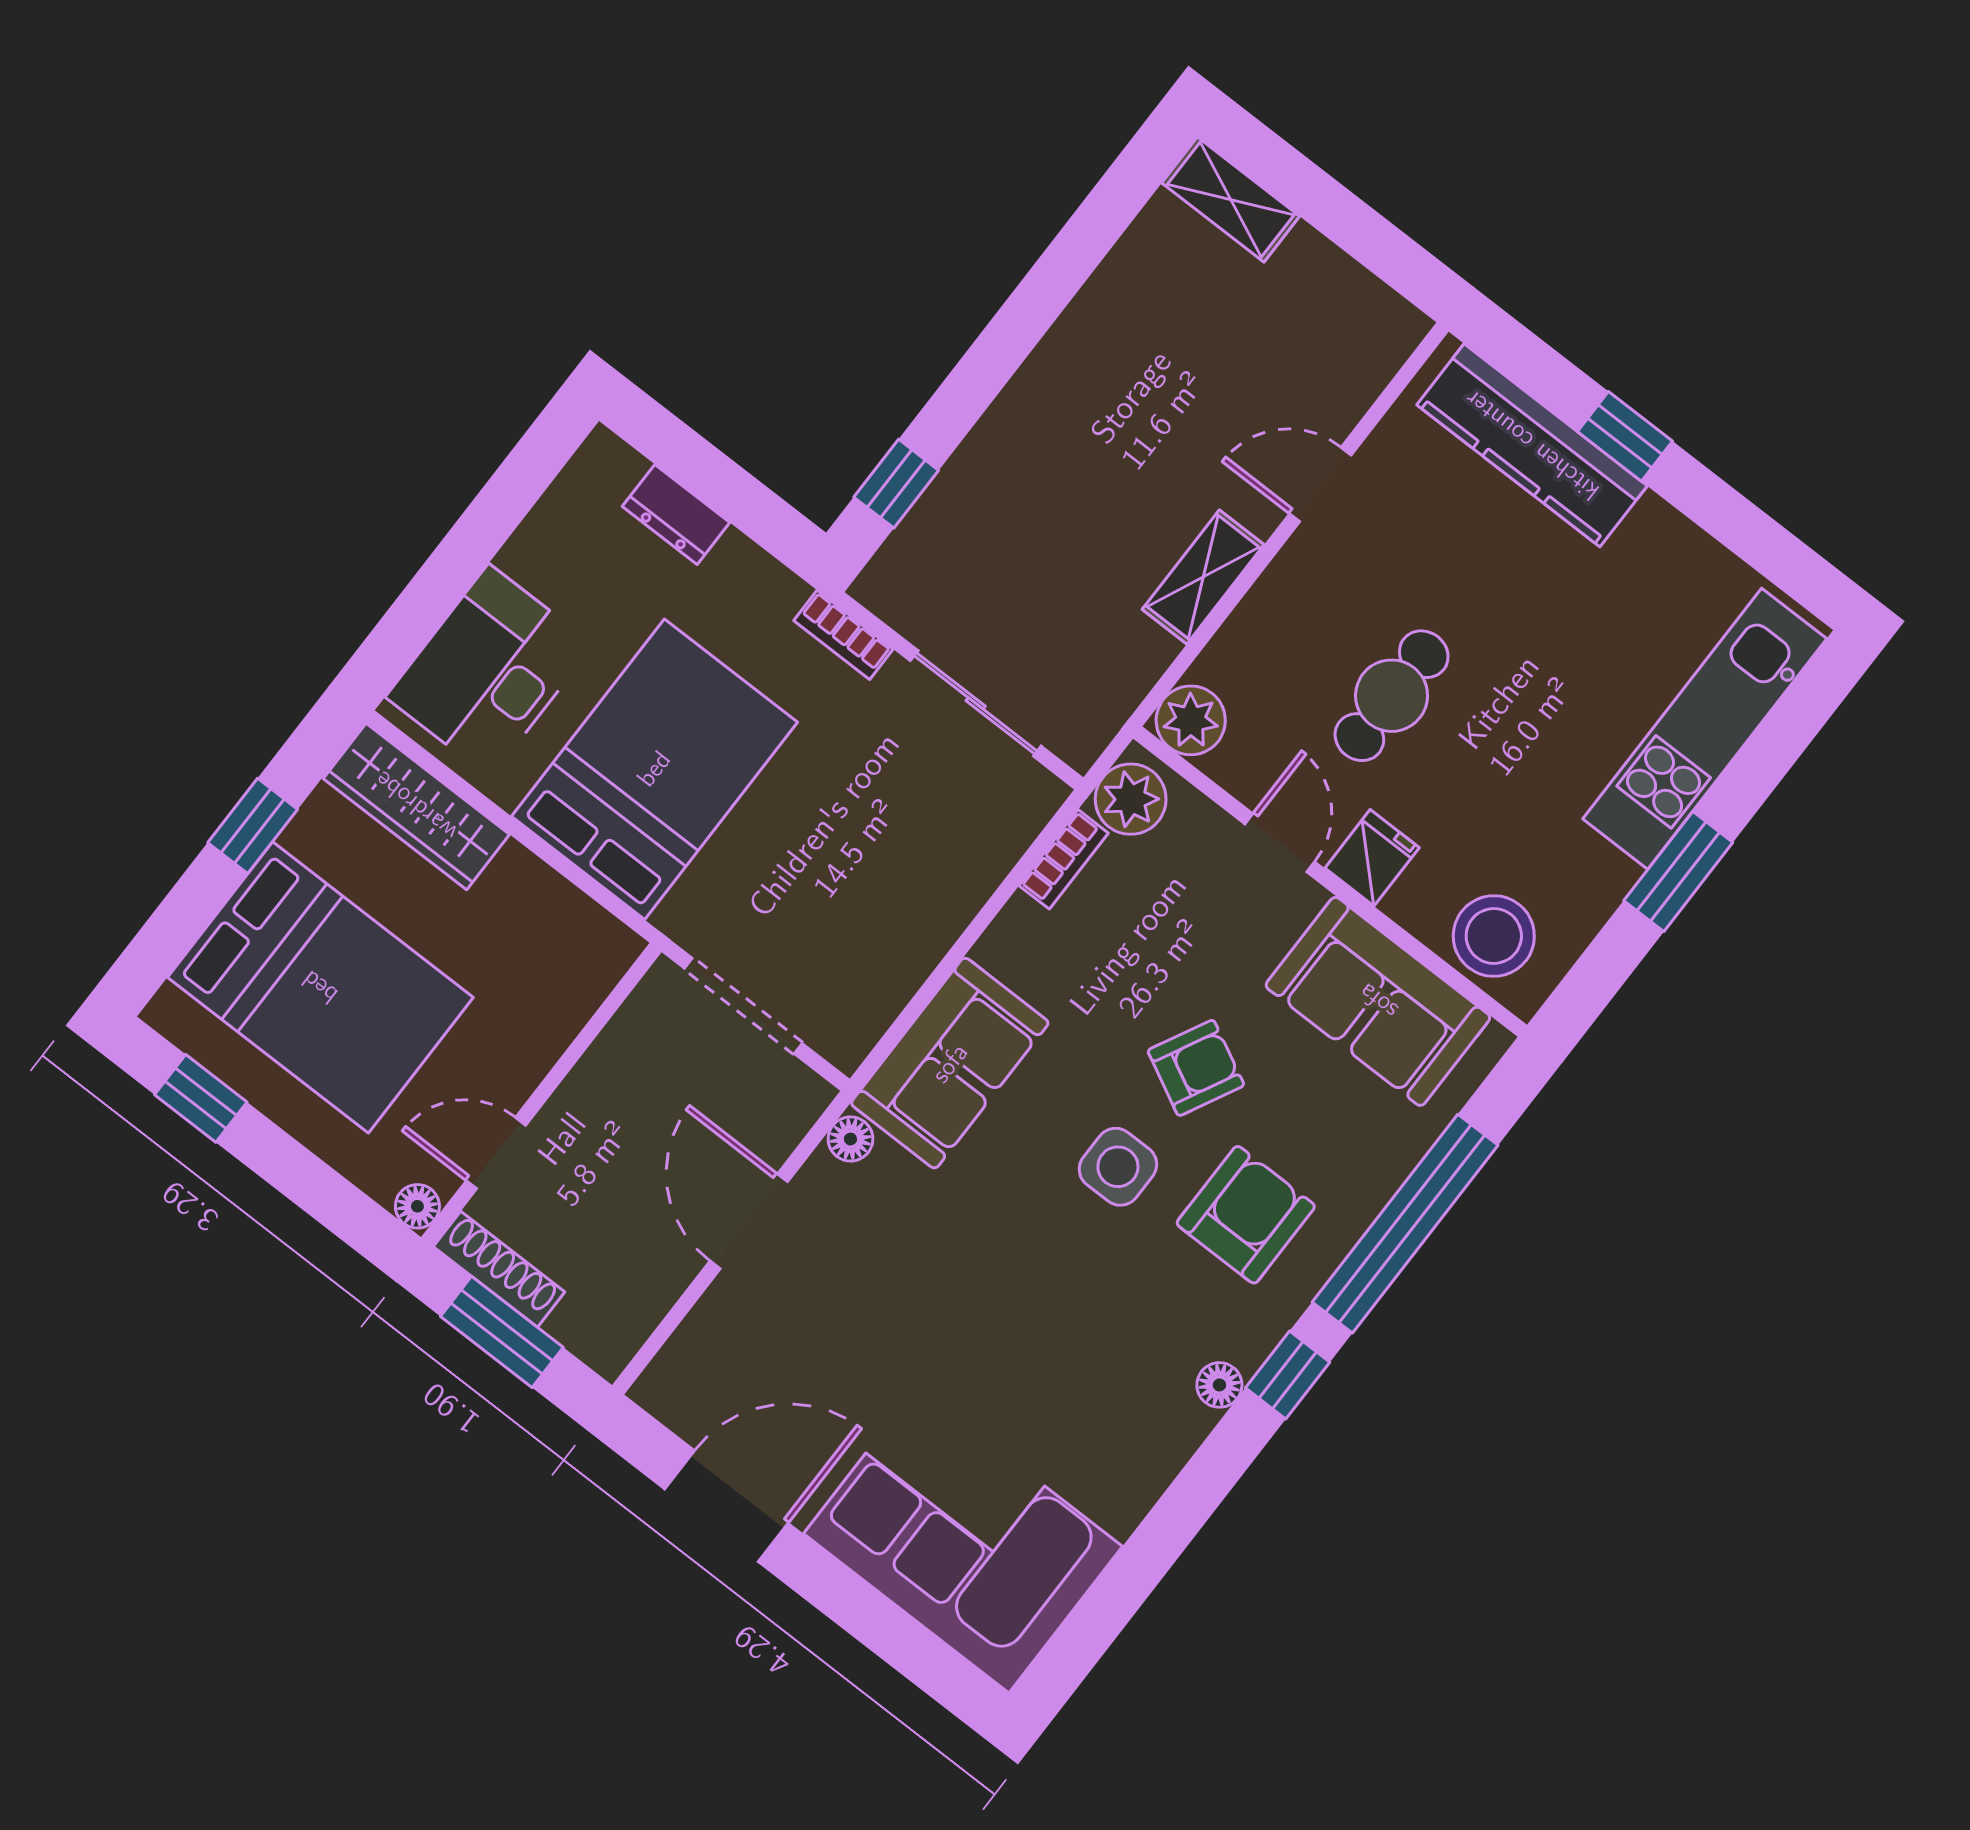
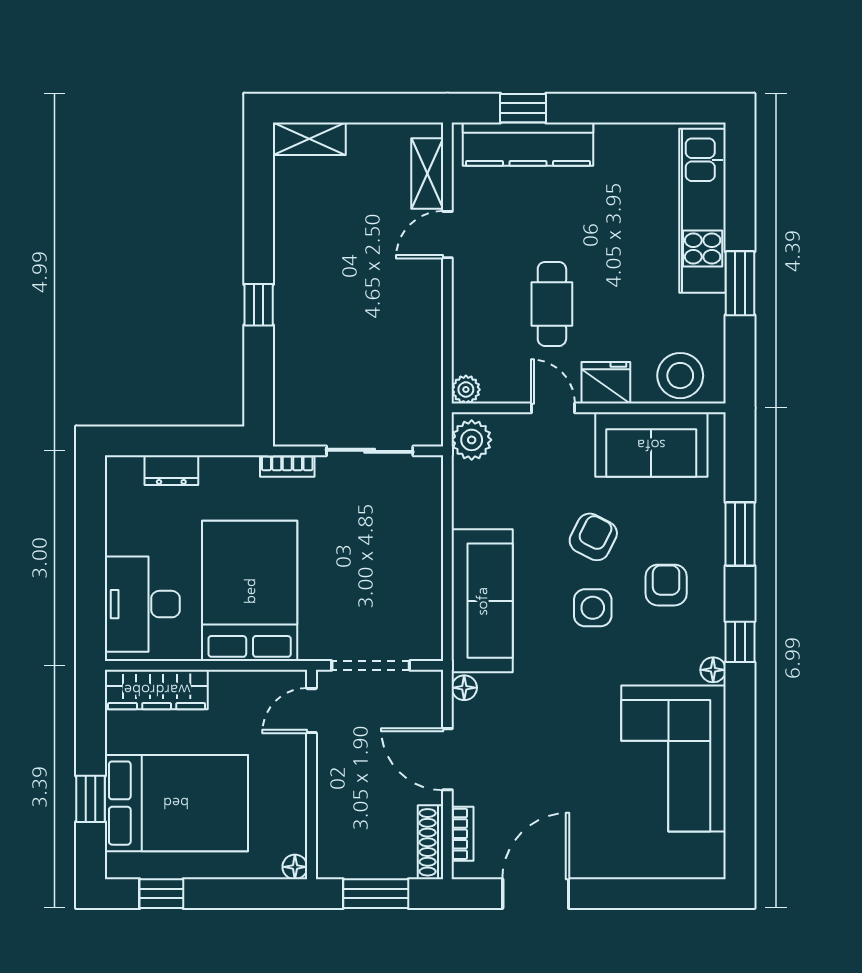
window: (1625, 436) -> (523, 108), moved
window: (896, 484) -> (259, 305), moved
shelving: (1203, 577) -> (427, 174), moved
plant: (1191, 720) -> (466, 390), width x0.73, depth x0.73
window: (253, 826) -> (90, 799), moved
fridge: (1372, 858) -> (606, 383), width x1.38
bookcase: (1064, 859) -> (463, 834), moved
sofa: (950, 1063) -> (482, 601), width x1.36
door: (496, 1153) -> (312, 711), moved
armchair: (1246, 1215) -> (666, 585), width x0.72, depth x0.72
window: (1405, 1224) -> (740, 534), width x0.47
shoe rack: (499, 1269) -> (431, 842), moved, turned -90
corner sofa: (963, 1540) -> (674, 758), moved, turned -90

